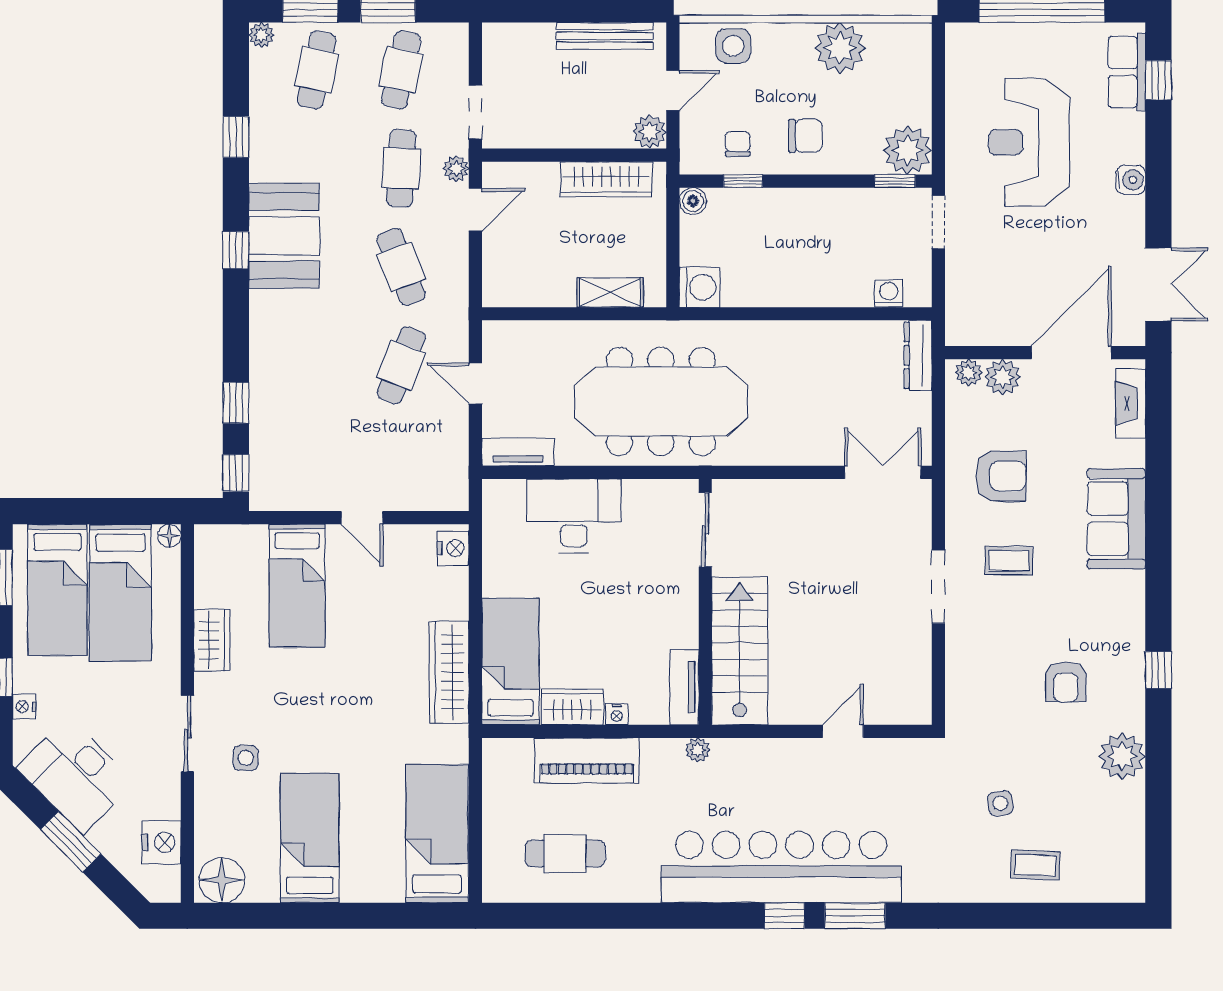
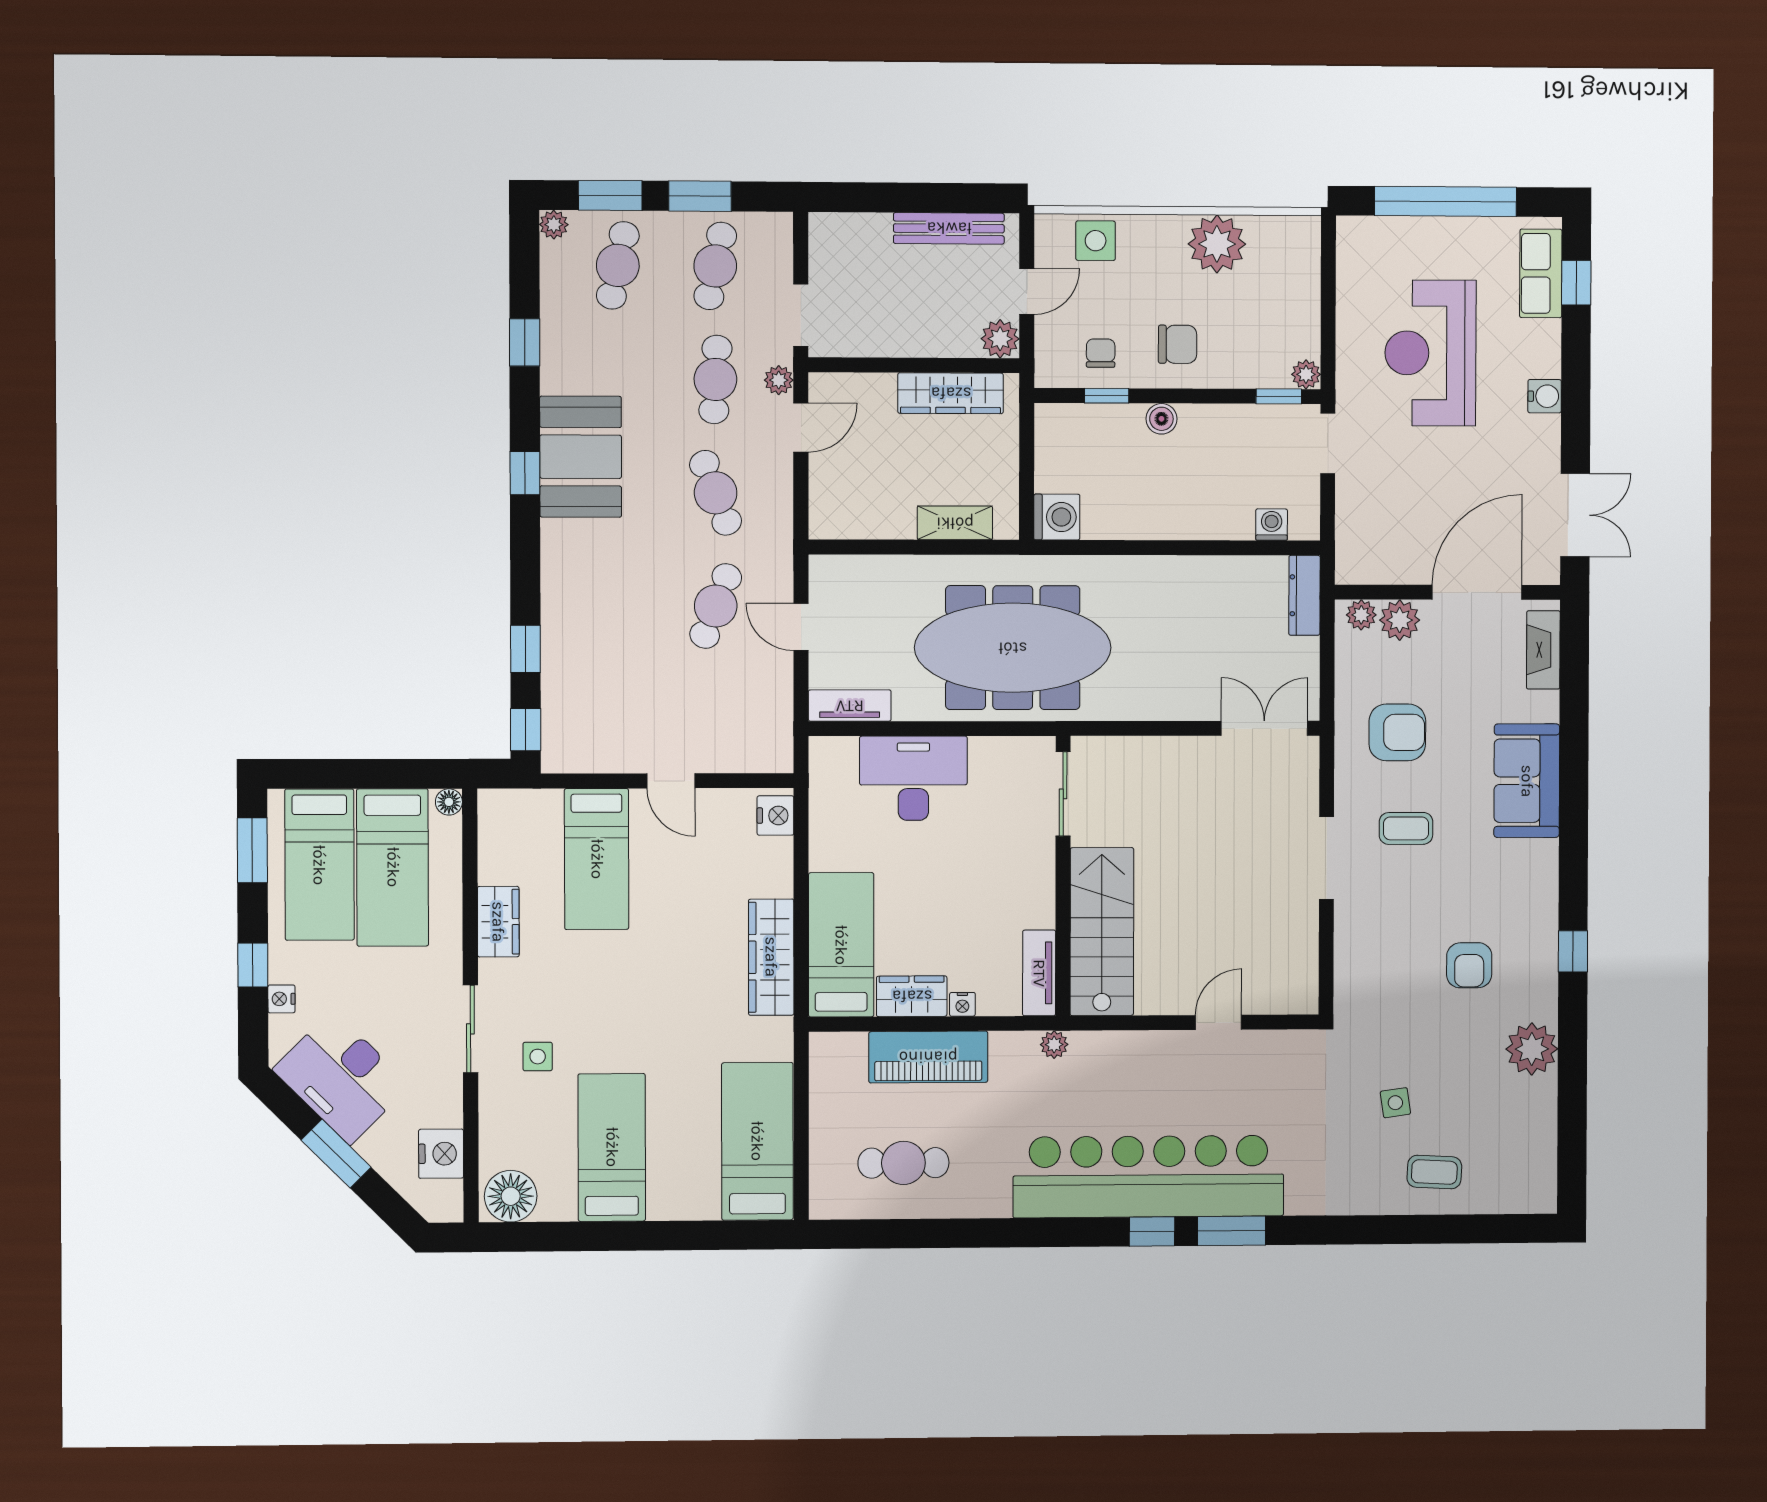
plant: (908, 150) -> (1306, 374), width x0.53, depth x0.53
boiler: (693, 201) -> (1161, 419), moved

